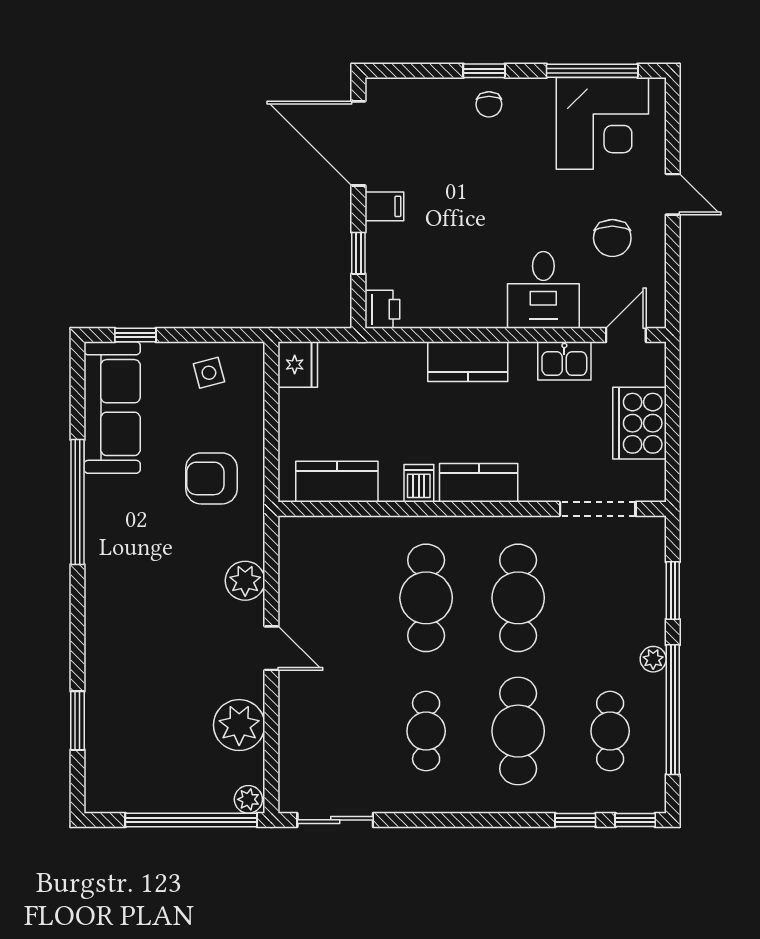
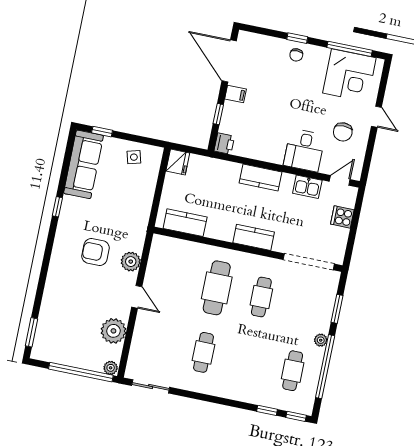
cooker: (639, 423) -> (342, 217), width x0.53, depth x0.76
armchair: (211, 478) -> (96, 252), moved
dishwasher: (419, 483) -> (225, 232), removed
window: (77, 502) -> (57, 207), width x0.32
doorway: (598, 509) -> (309, 262), width x1.36
cafe table: (518, 598) -> (261, 297), width x0.73, depth x0.74
window: (77, 721) -> (32, 332), moved
cafe table: (518, 731) -> (248, 362), removed

